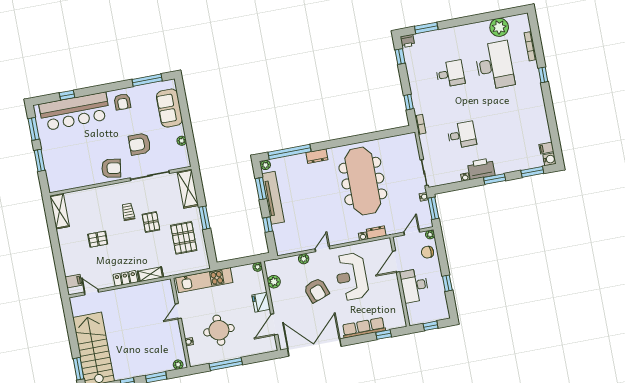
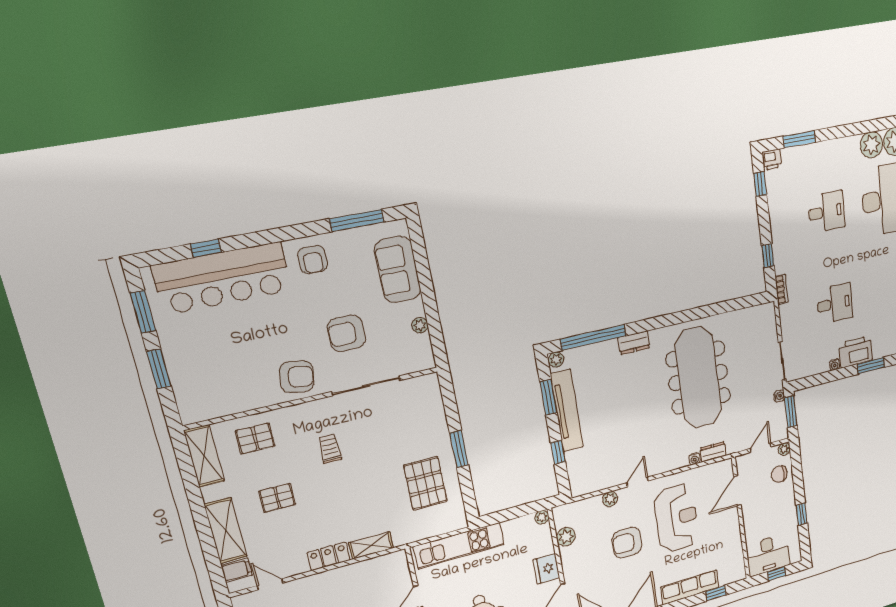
plant: (481, 30) -> (871, 145), added
shelving: (188, 189) -> (226, 531), moved
pallet: (151, 222) -> (255, 438), moved, turned 90
reception desk: (352, 277) -> (677, 518), turned 180
desk: (414, 286) -> (768, 555), moved, turned -90
armchair: (316, 290) -> (627, 543), turned 110

